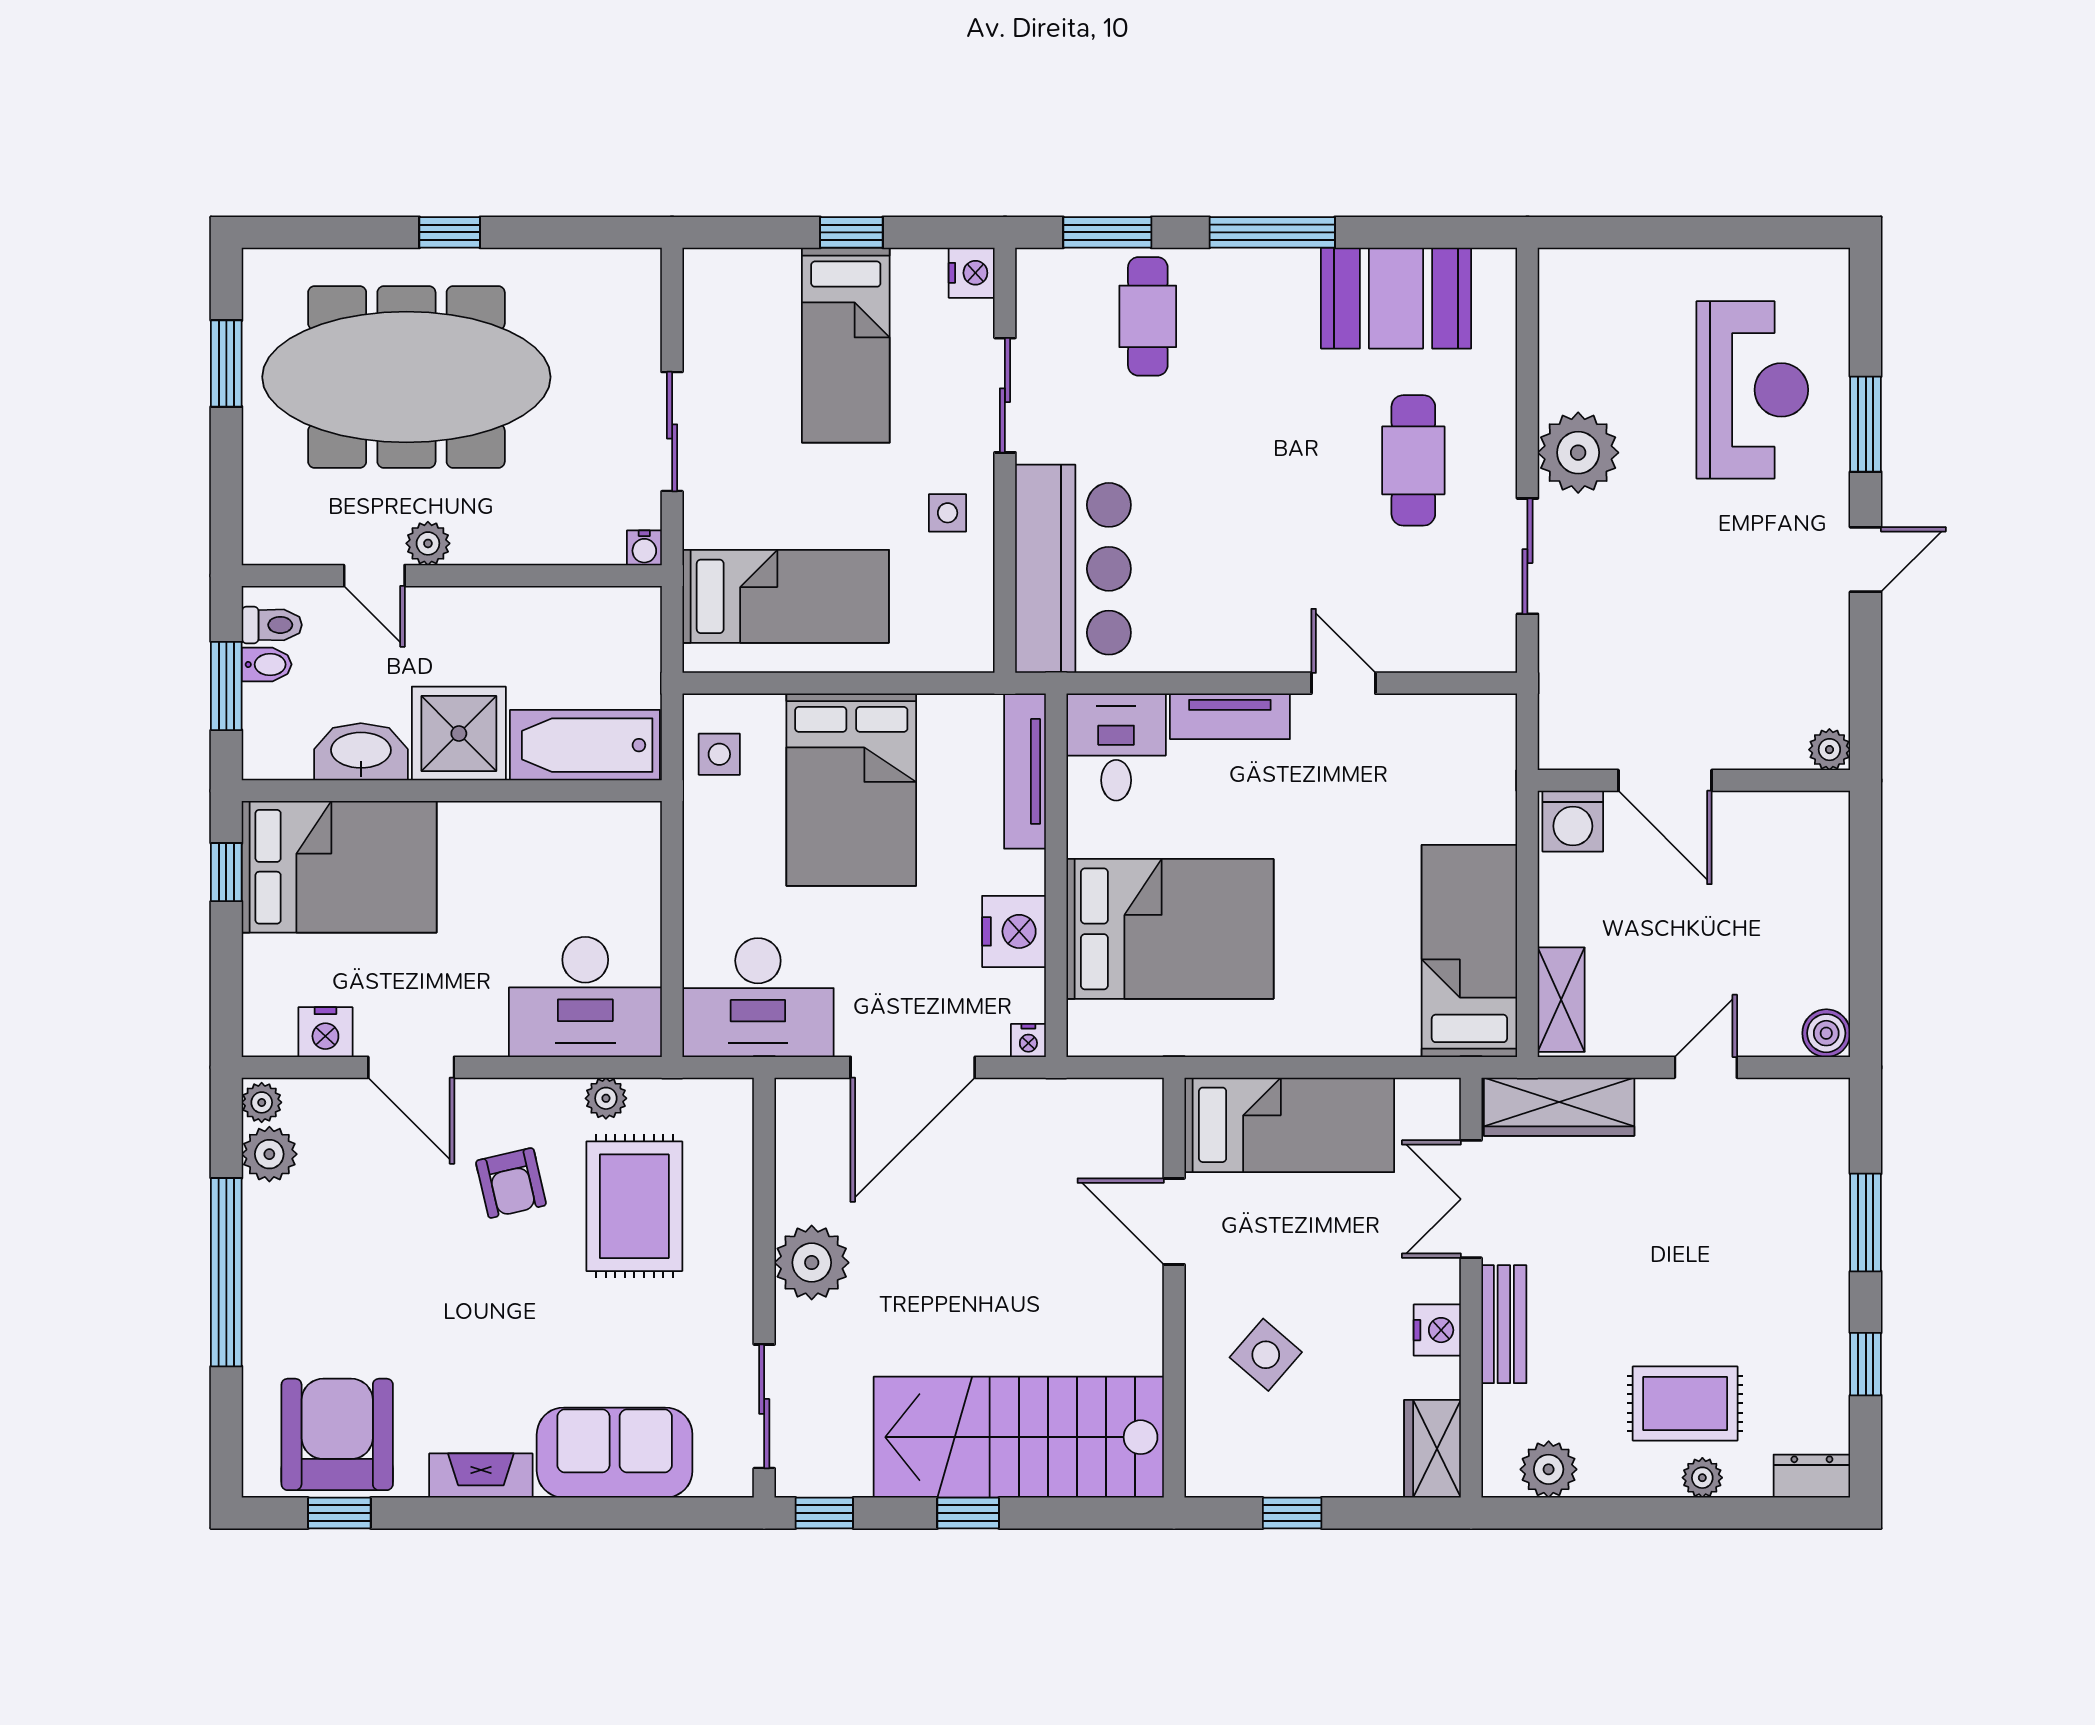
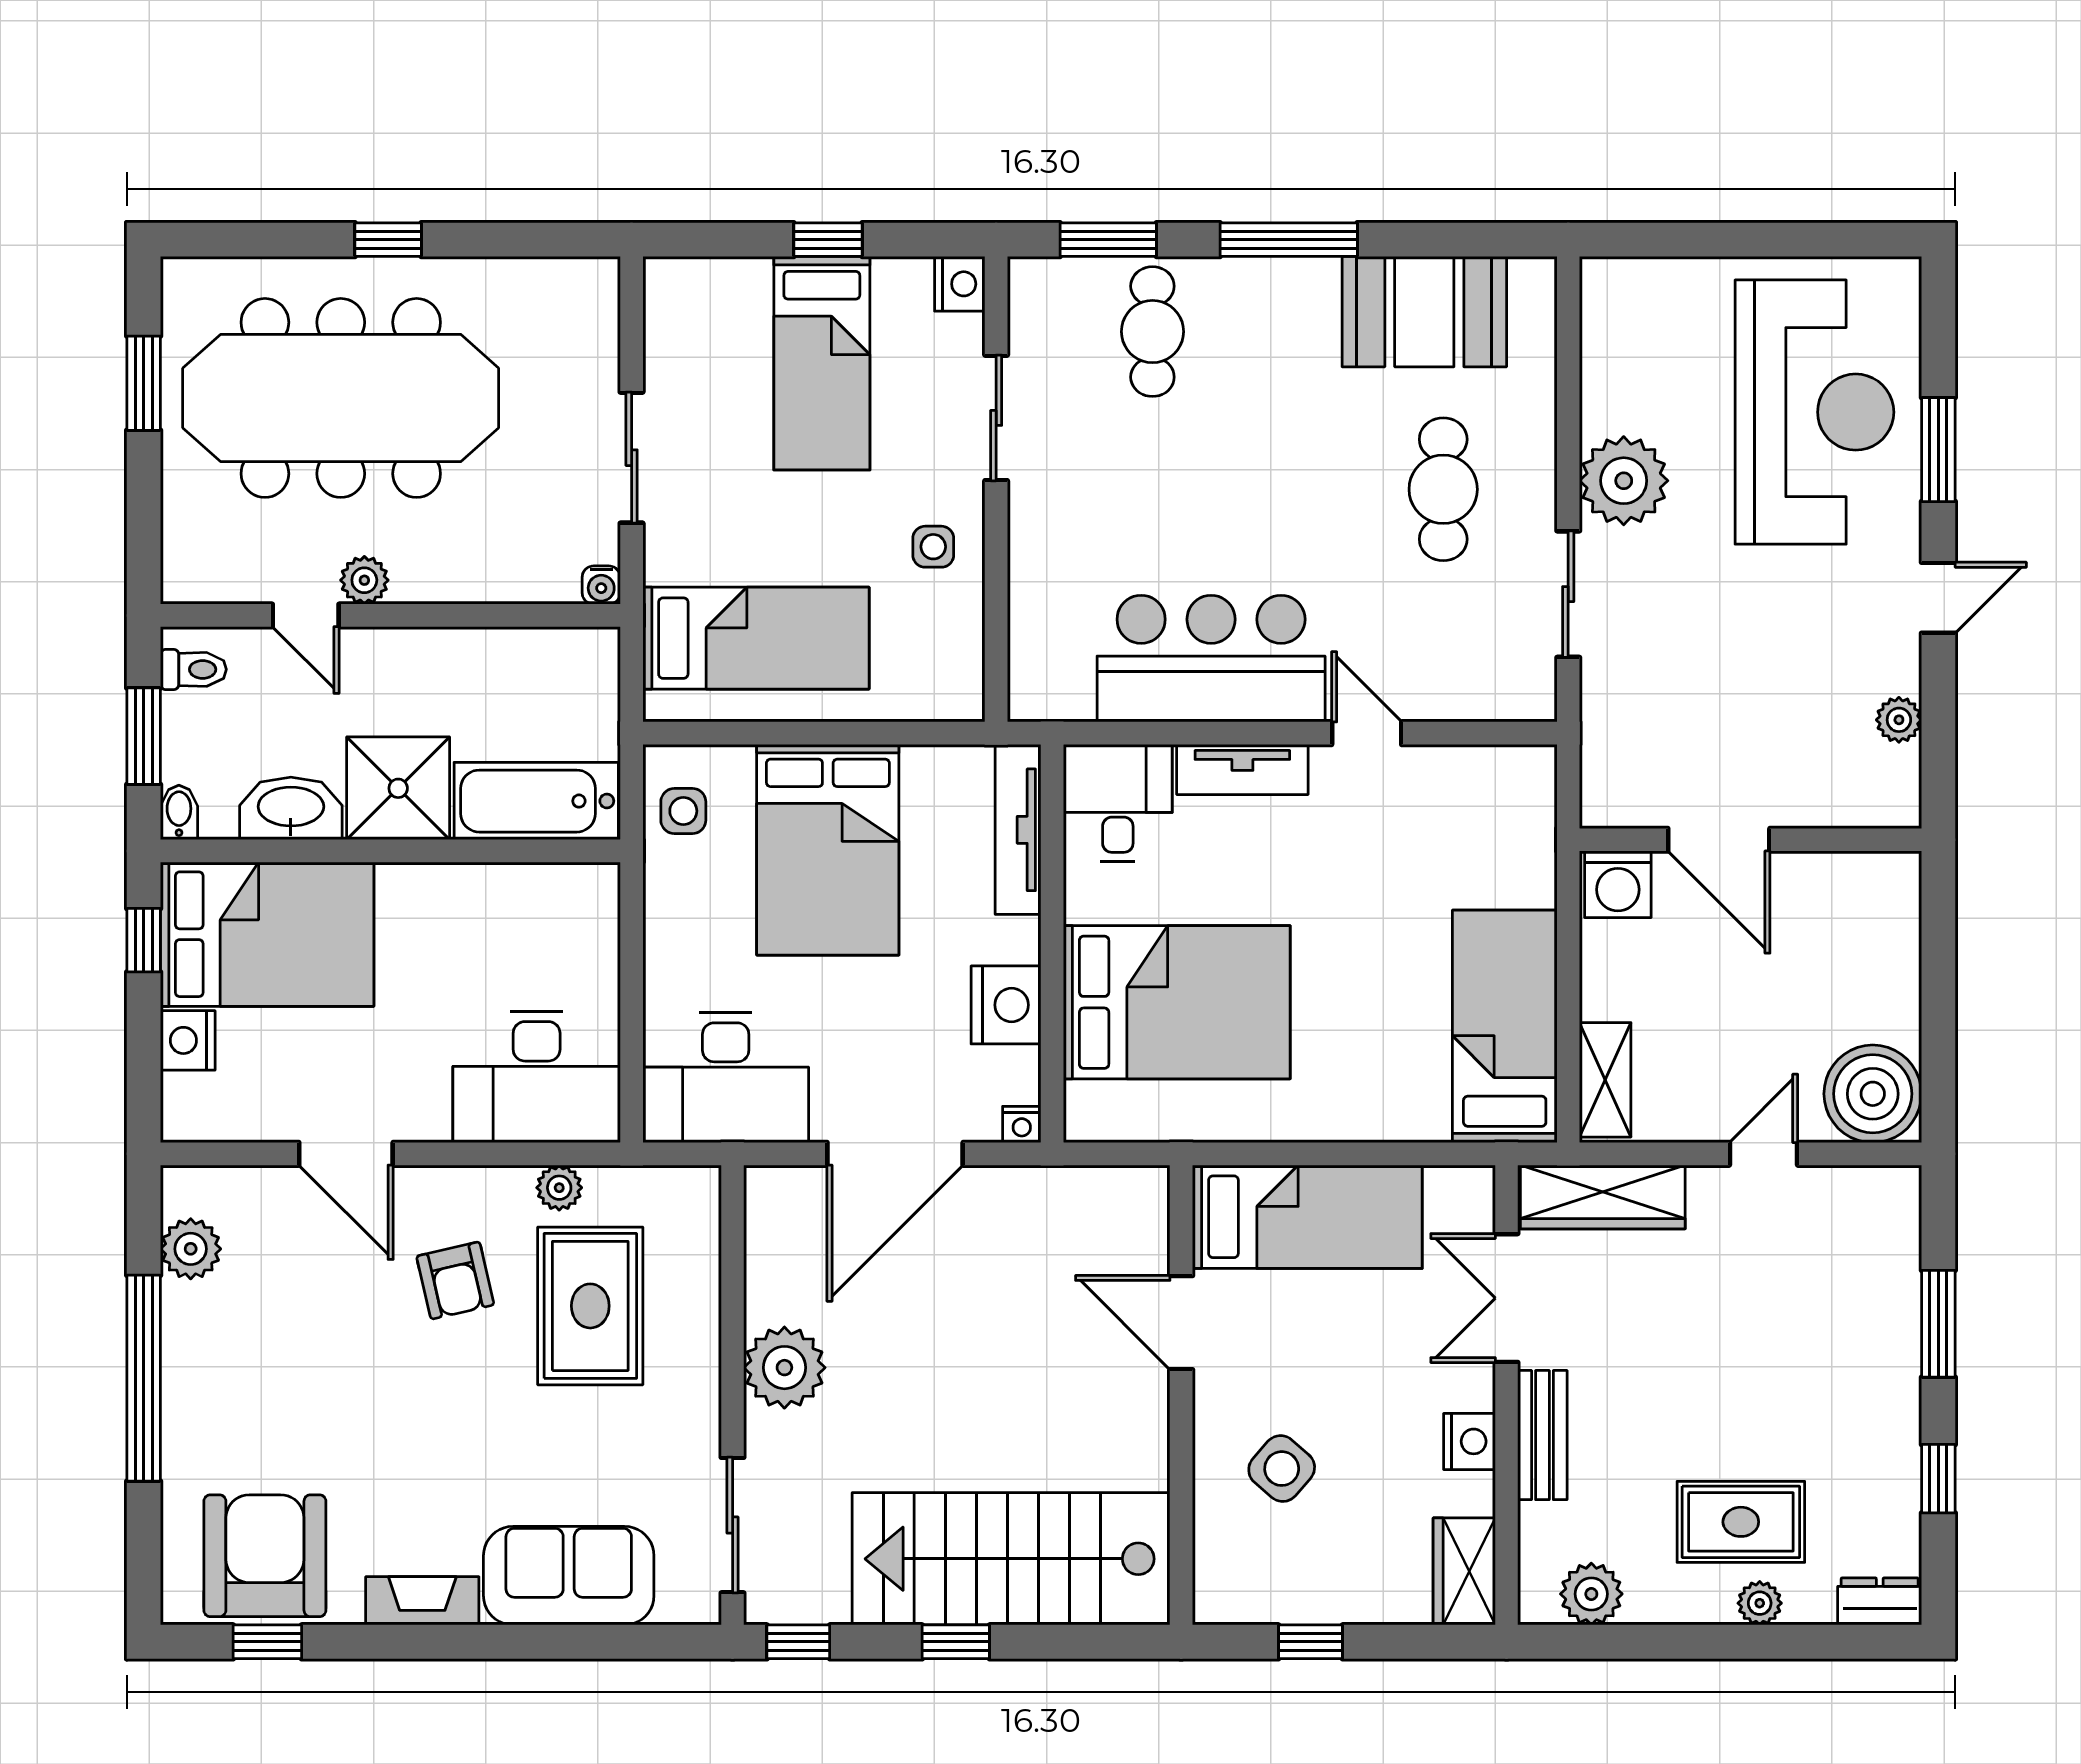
reception desk: (1752, 390) -> (1814, 412), width x1.36, depth x1.30
bar counter: (1073, 569) -> (1211, 659), moved, turned -90
bidet: (267, 664) -> (179, 812), moved, turned -90
plant: (1829, 750) -> (1899, 720), moved
nightstand: (325, 1032) -> (188, 1040), moved, turned 90
boiler: (1826, 1033) -> (1873, 1094), width x1.86, depth x1.86
plant: (262, 1102) -> (182, 1192), removed

